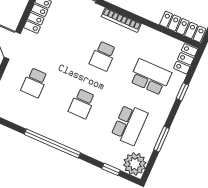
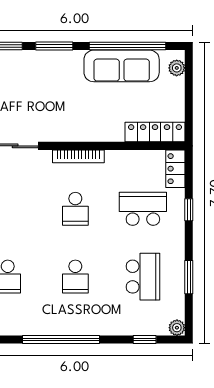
plant: (135, 164) -> (177, 328), width x0.53, depth x0.53

